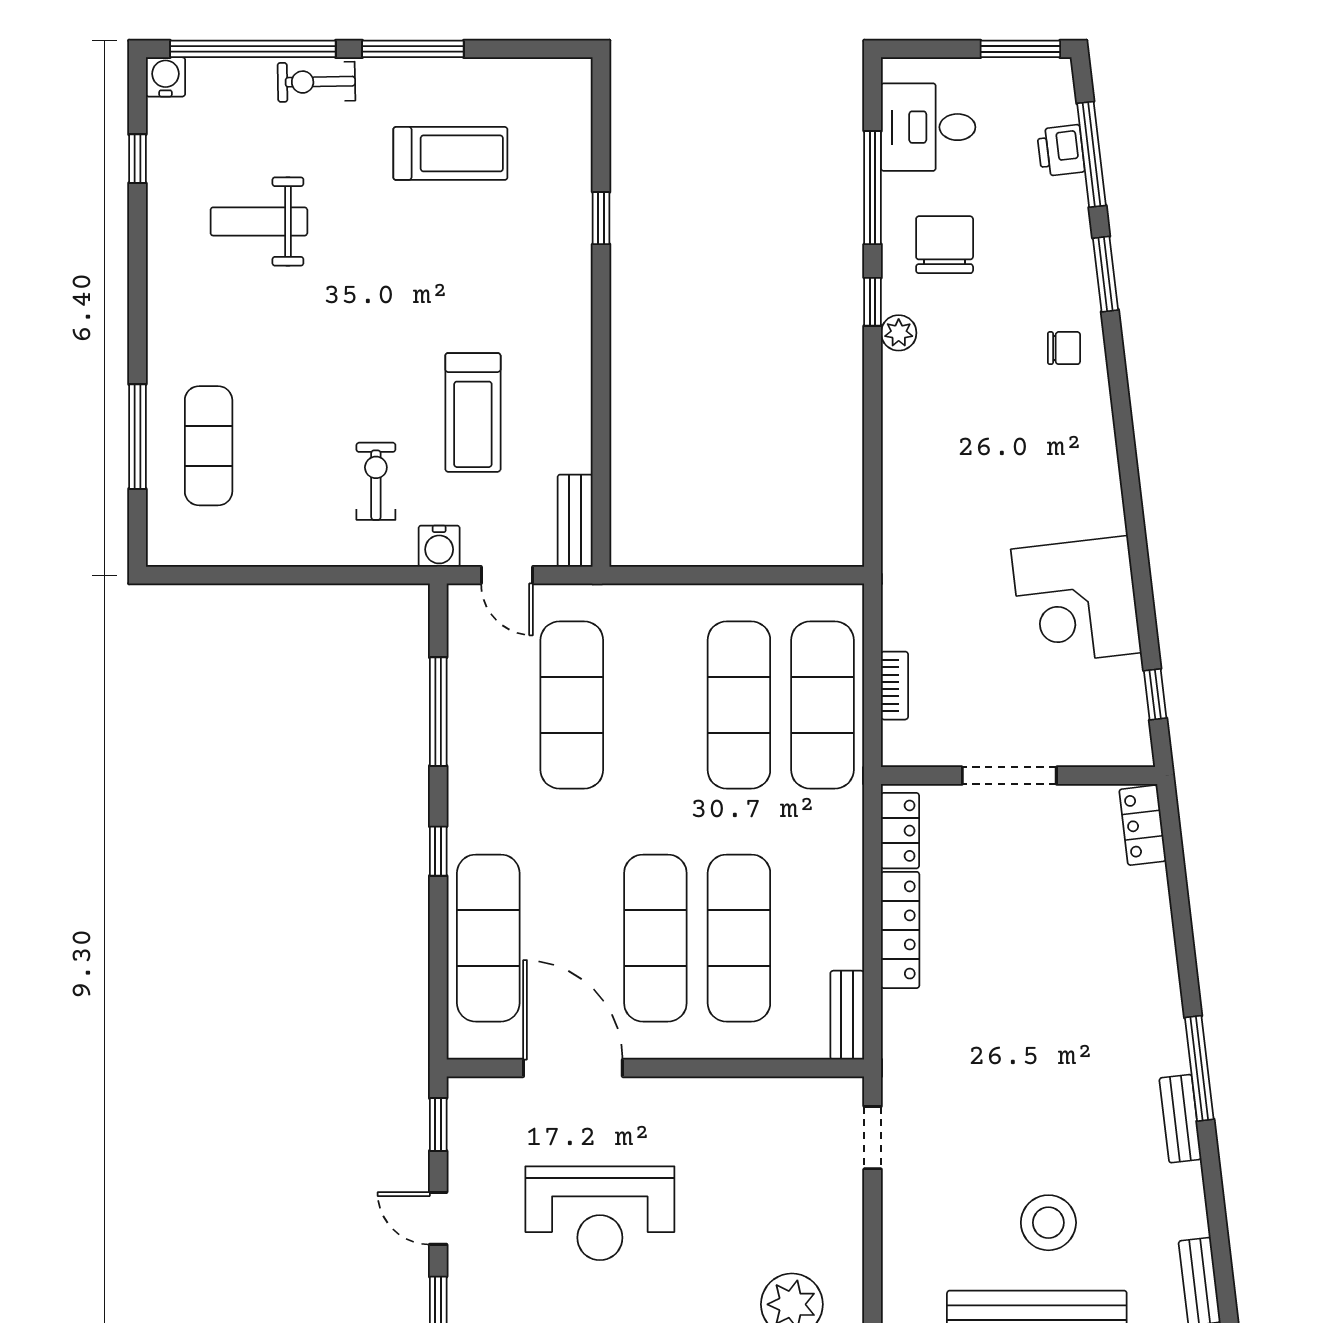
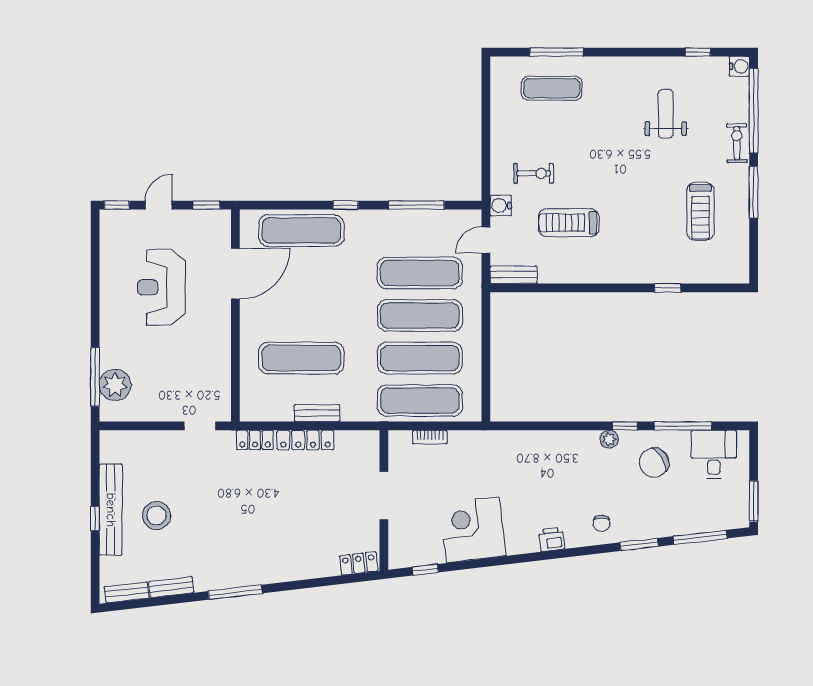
printer: (1061, 151) -> (552, 539), moved
chair: (945, 245) -> (654, 463), turned 148
locker: (900, 831) -> (255, 440), moved
exercise mat: (655, 938) -> (420, 316), moved
bench: (847, 1015) -> (317, 413), moved
bench: (1180, 1119) -> (171, 587), moved

